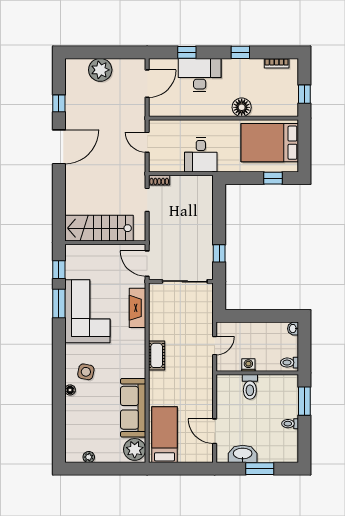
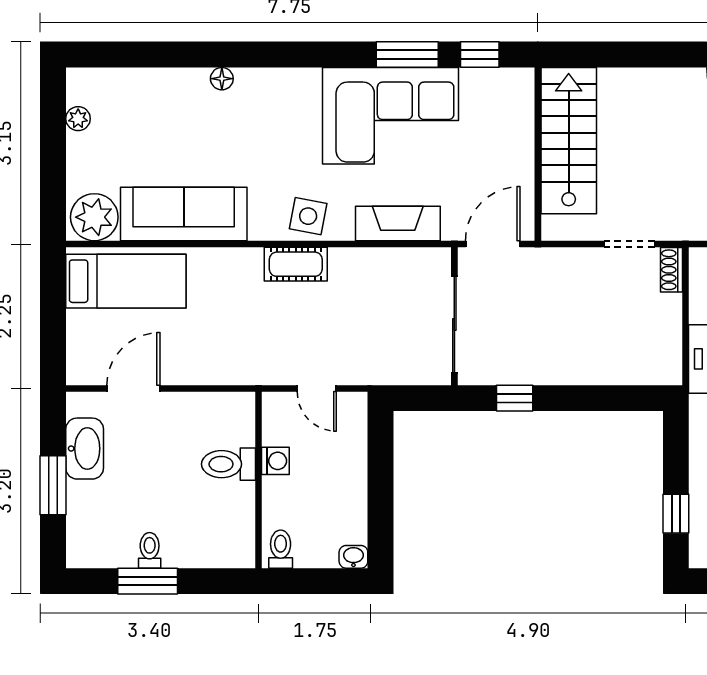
side table: (86, 372) -> (308, 216), moved
window: (304, 401) -> (148, 581), moved

